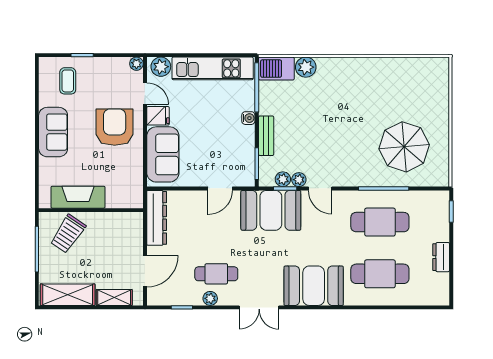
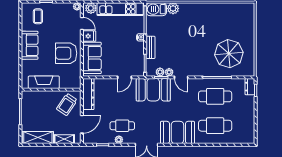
armchair: (115, 127) -> (66, 53), moved, turned -90
trolley: (68, 234) -> (67, 104), moved
dresser: (441, 257) -> (250, 87), moved

